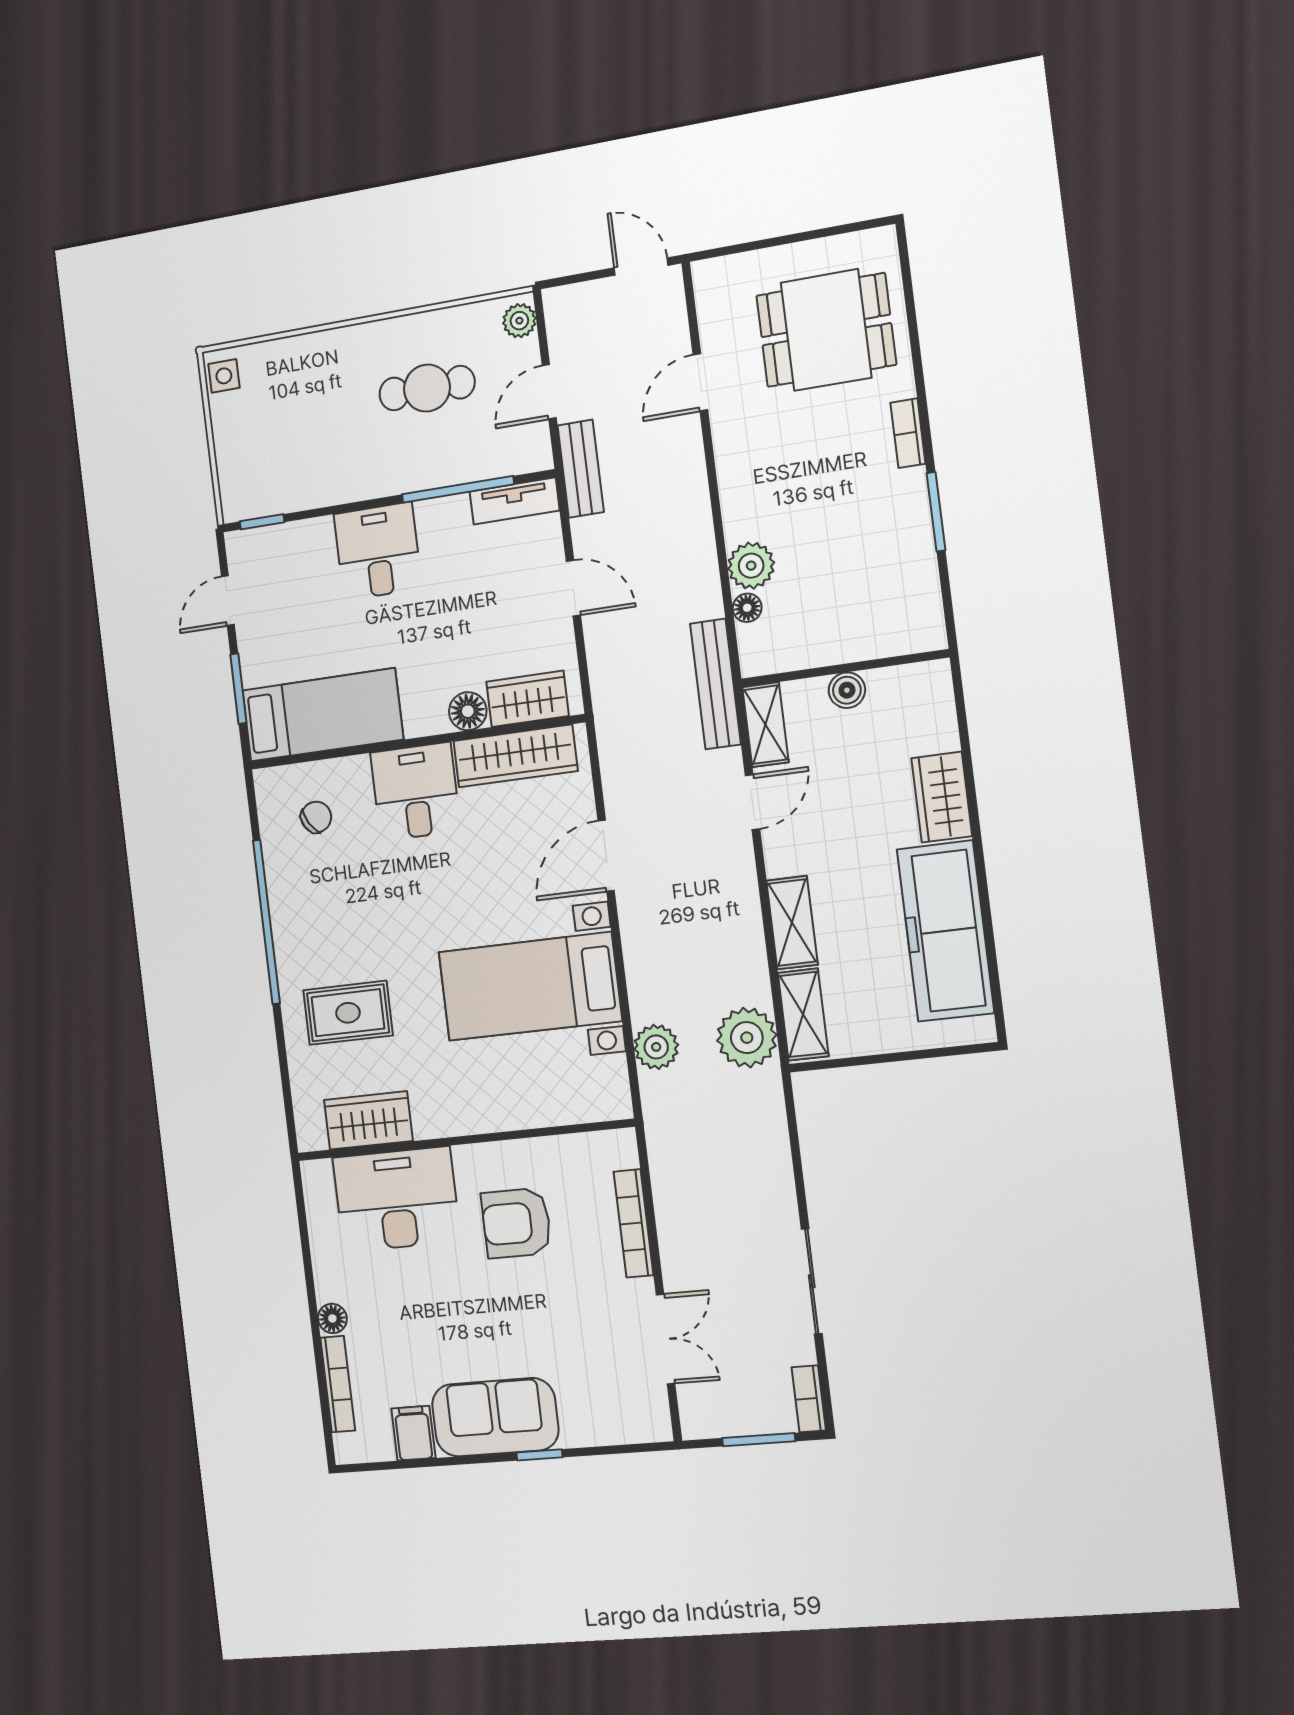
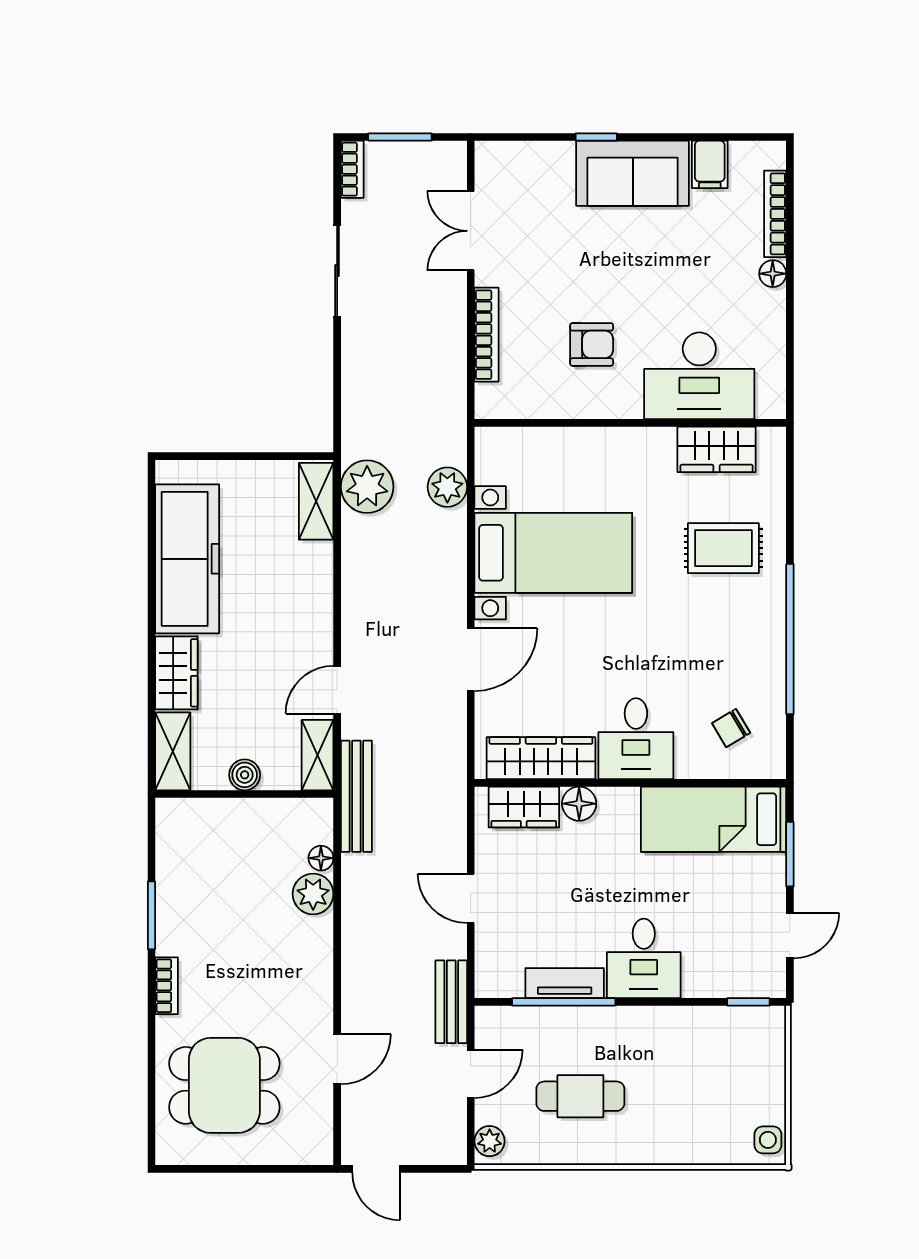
tv unit: (514, 501) -> (565, 983), moved
shelving: (792, 923) -> (173, 751), moved
armchair: (516, 1223) -> (592, 344), width x0.72, depth x0.72

